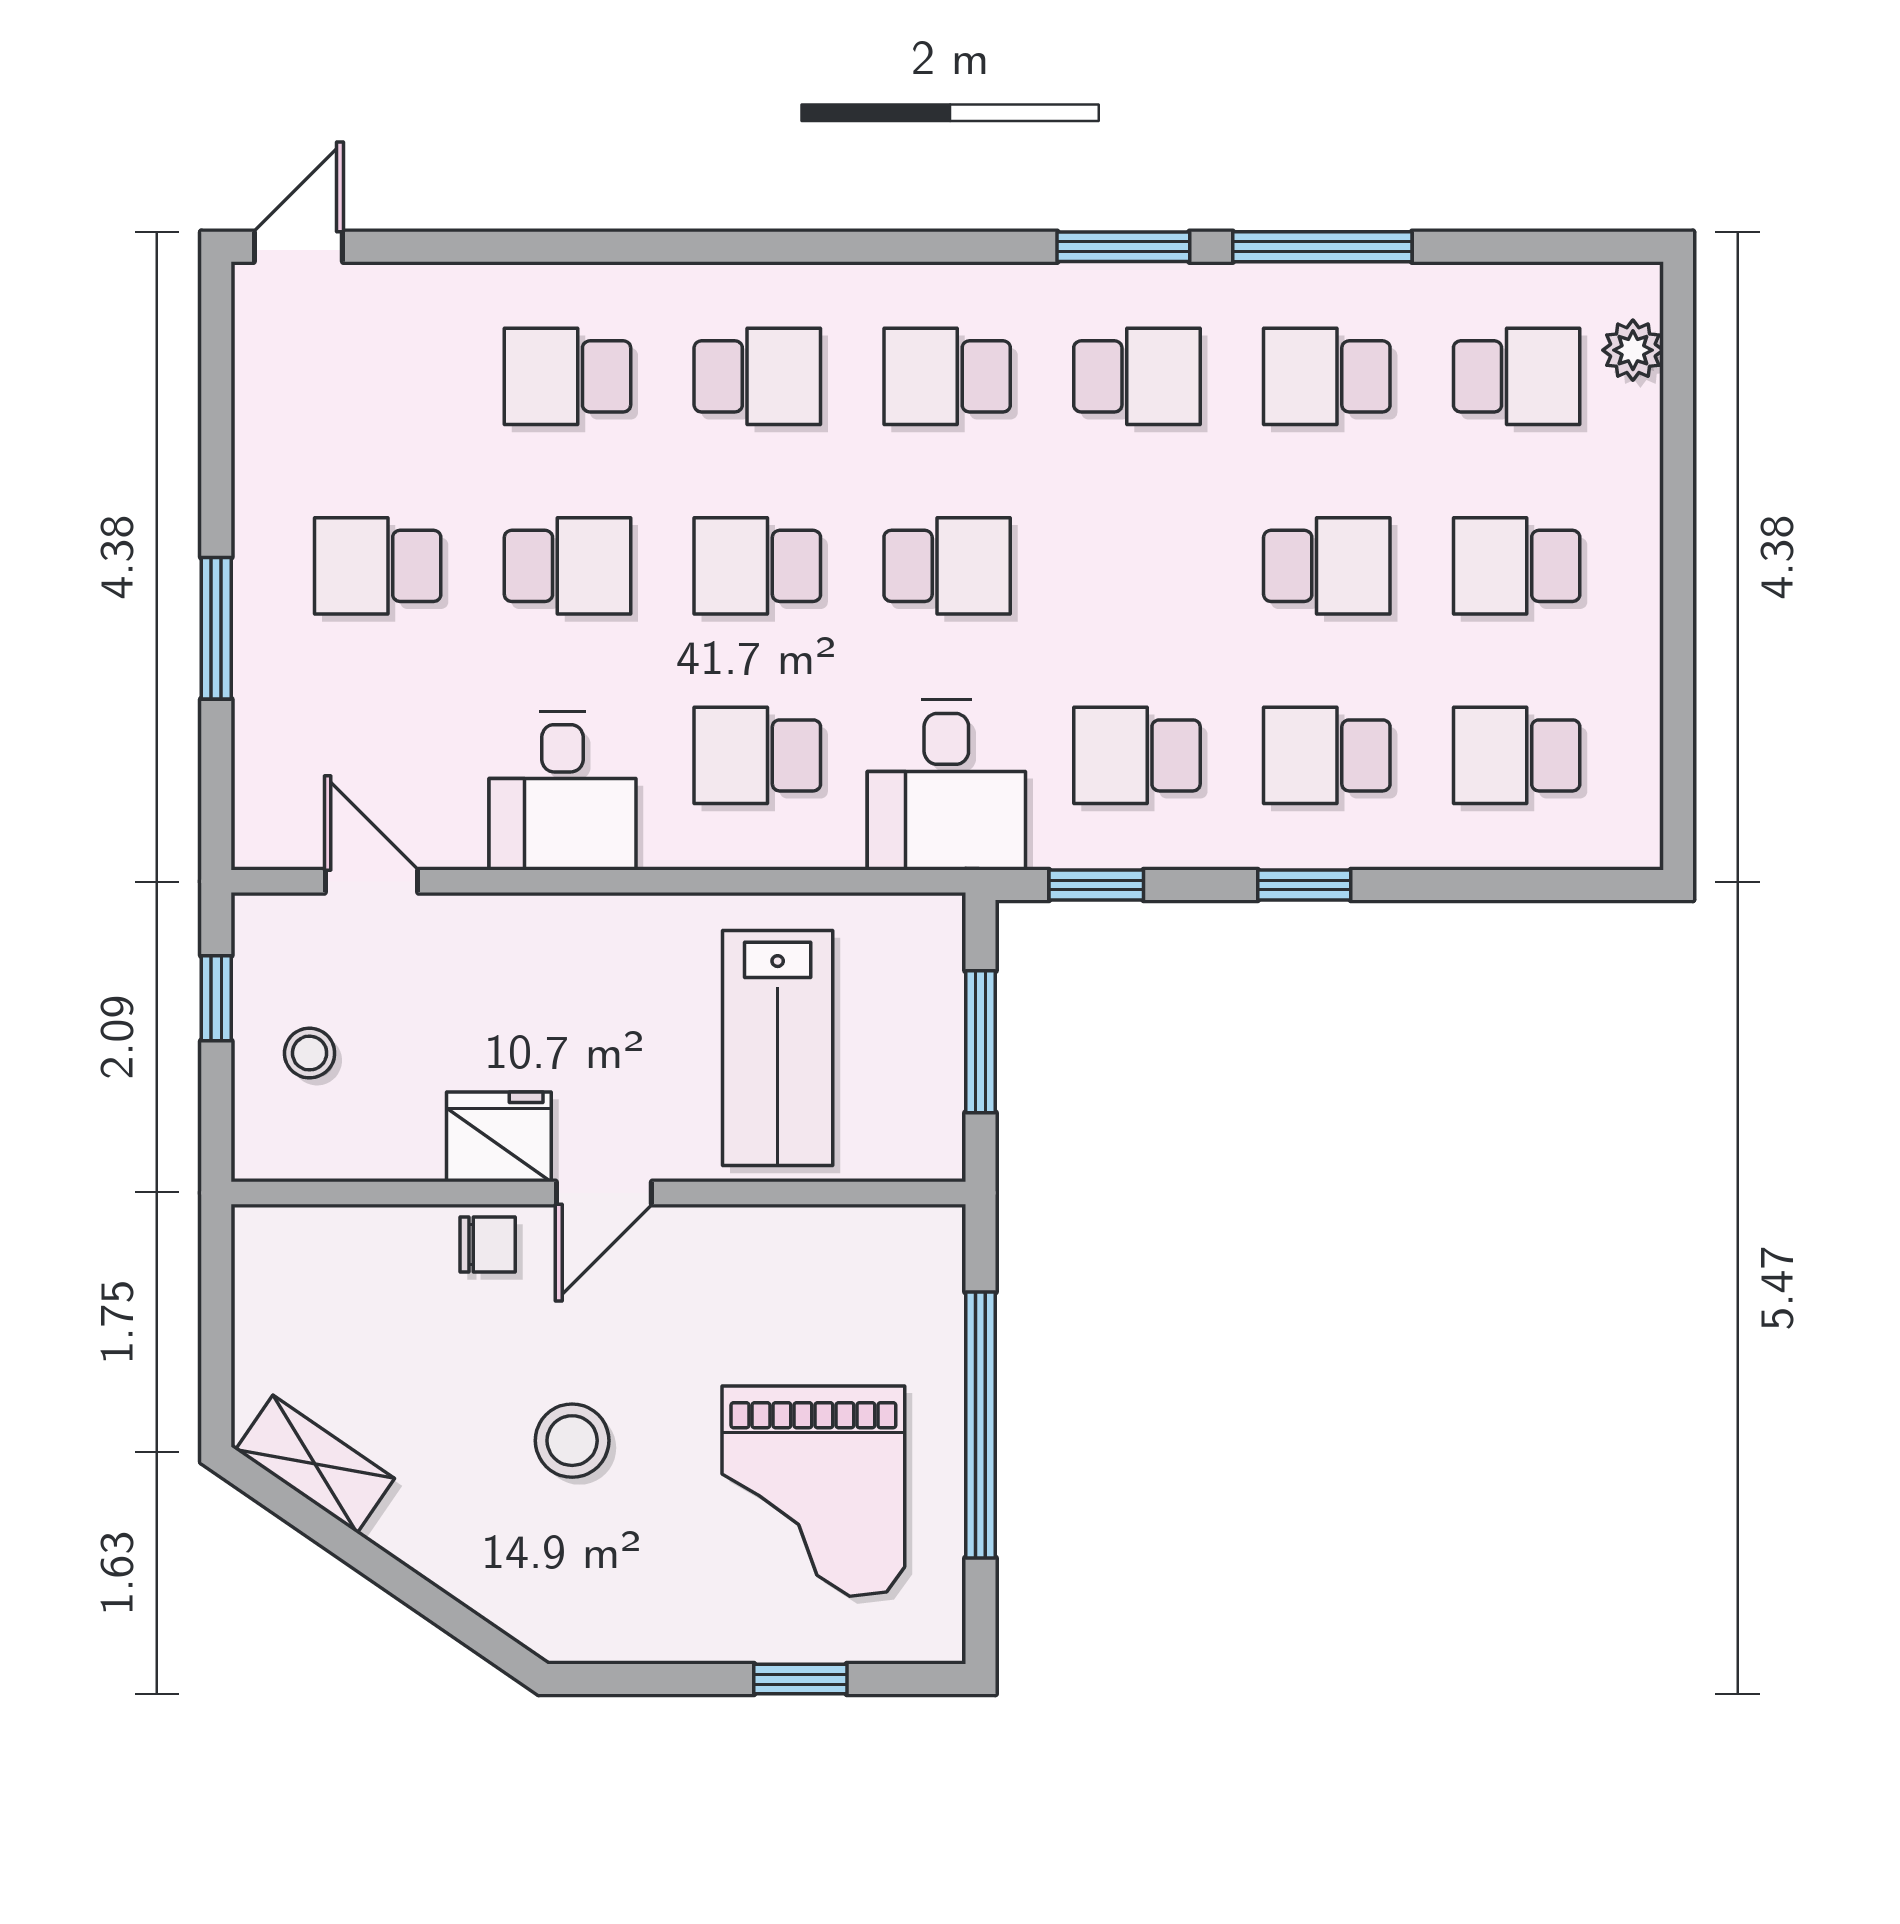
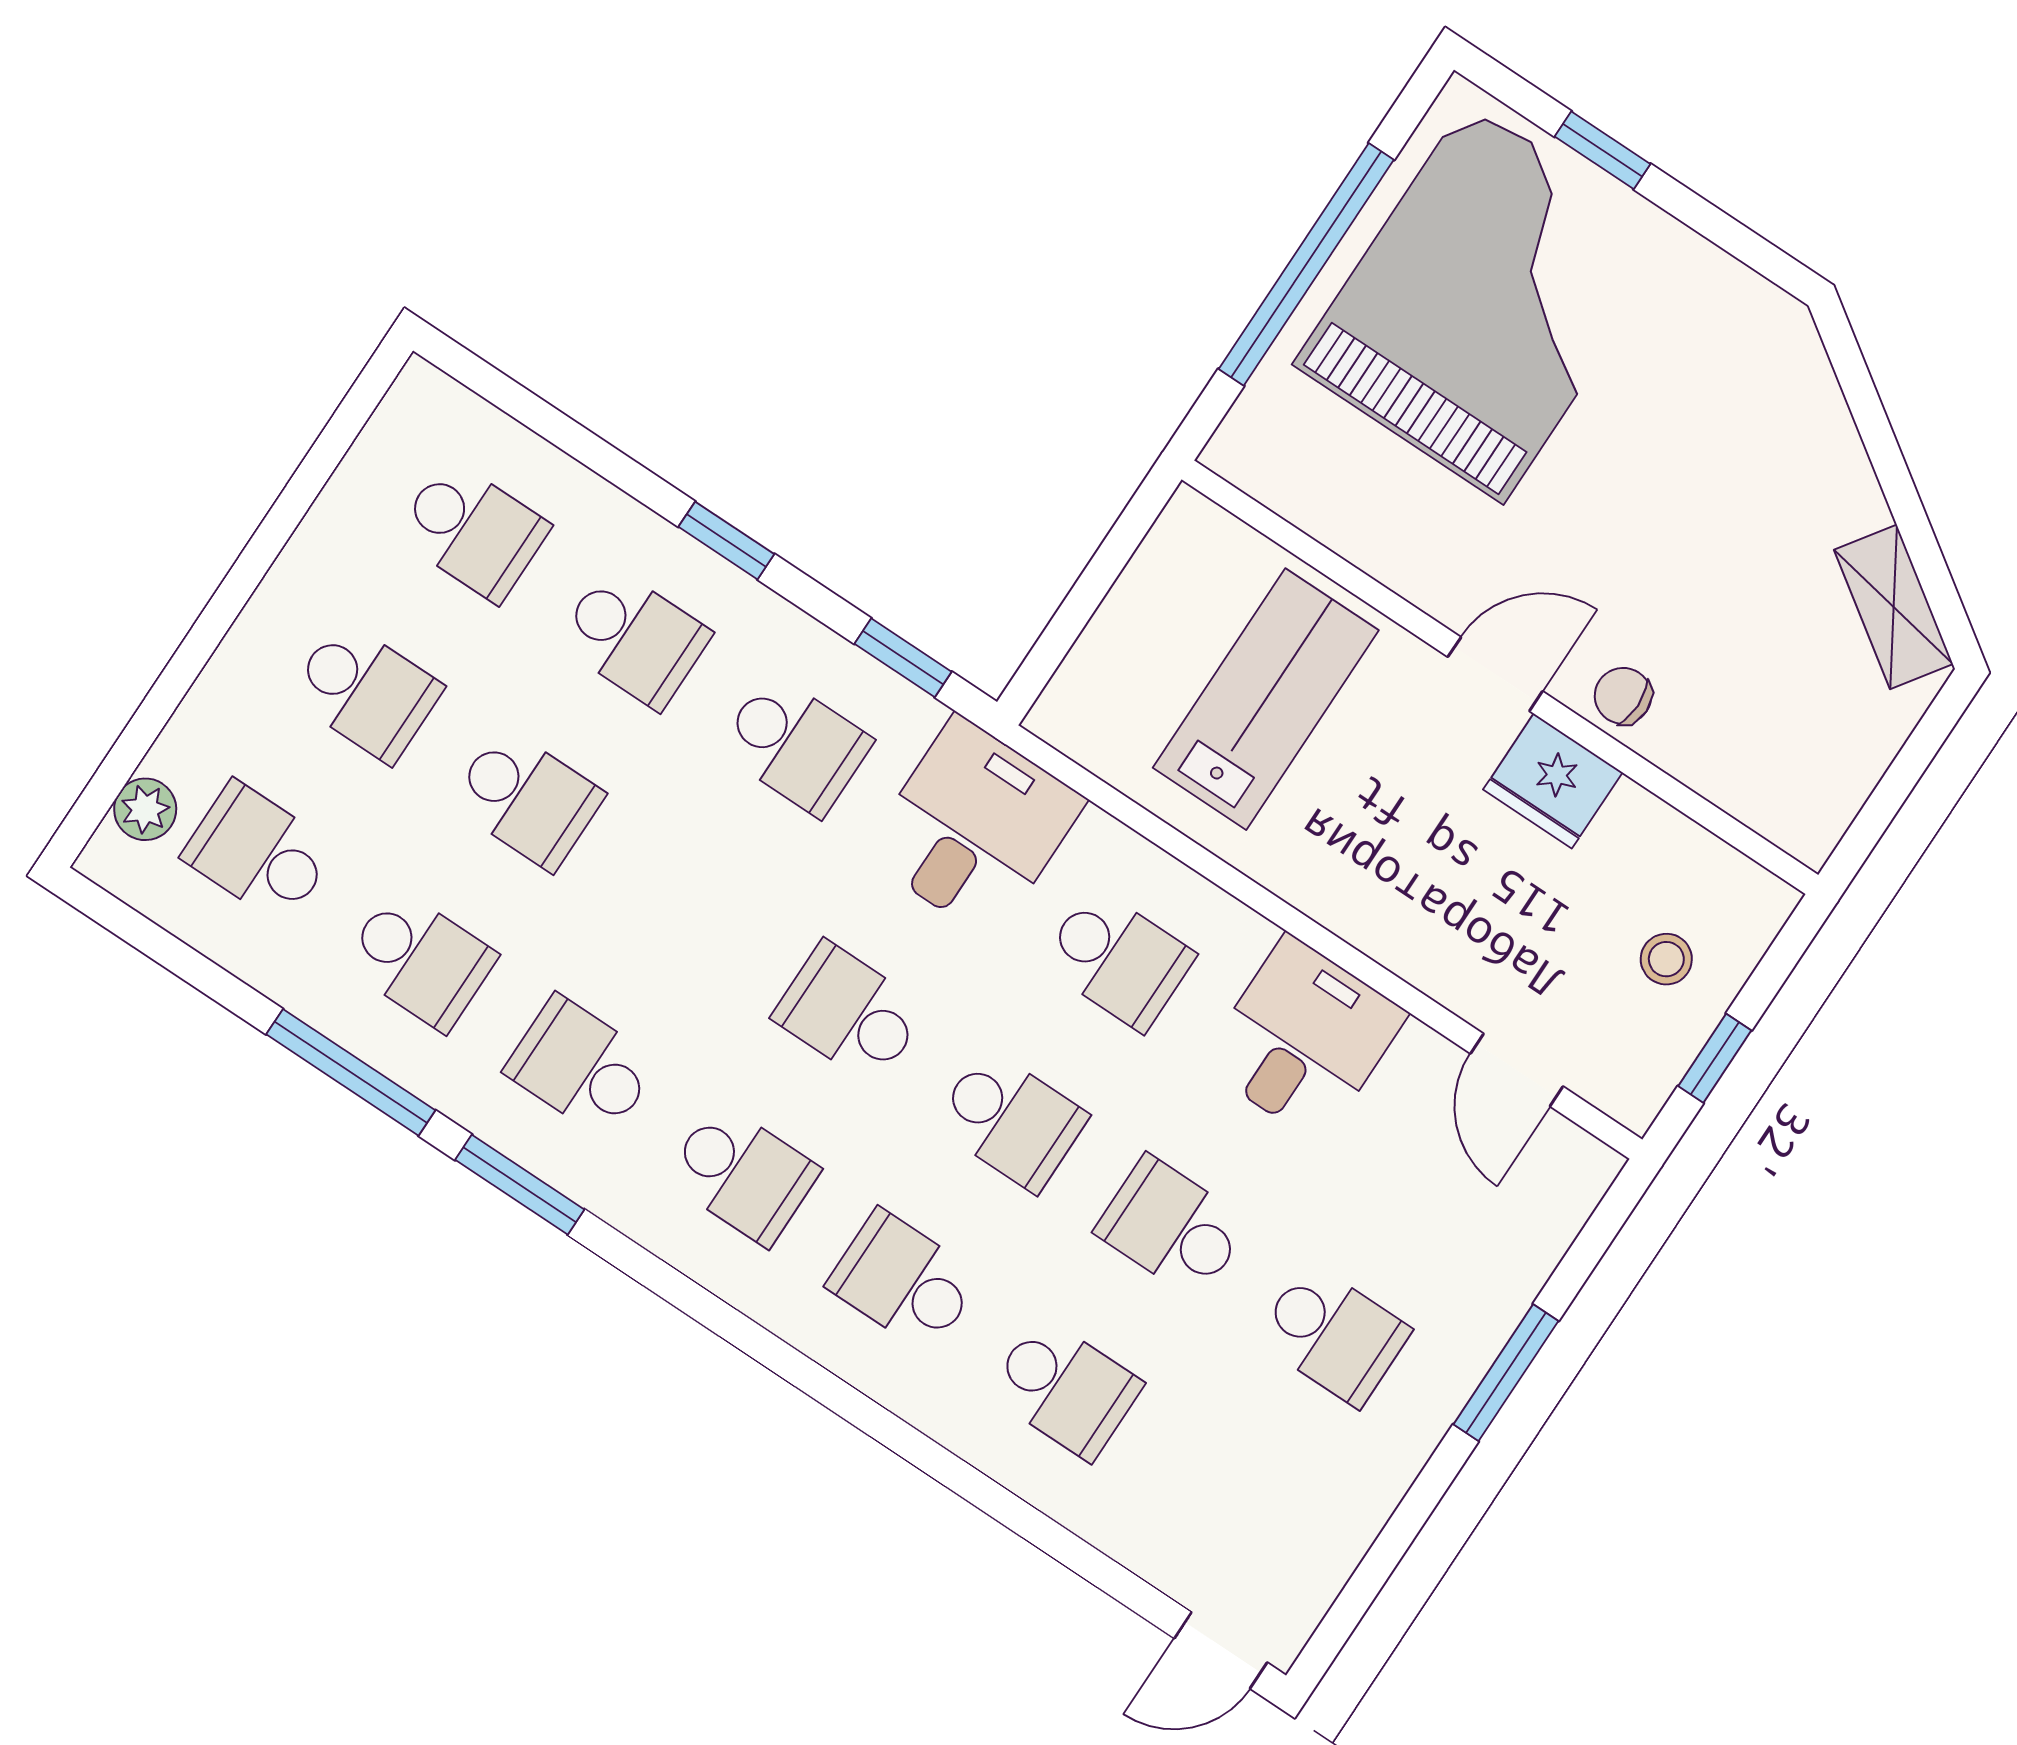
school desk: (1327, 566) -> (527, 799), turned 180
window: (981, 1042) -> (1090, 590), removed
stool: (572, 1441) -> (1662, 482), removed
grand piano: (813, 1491) -> (1485, 303), width x1.37, depth x1.48

